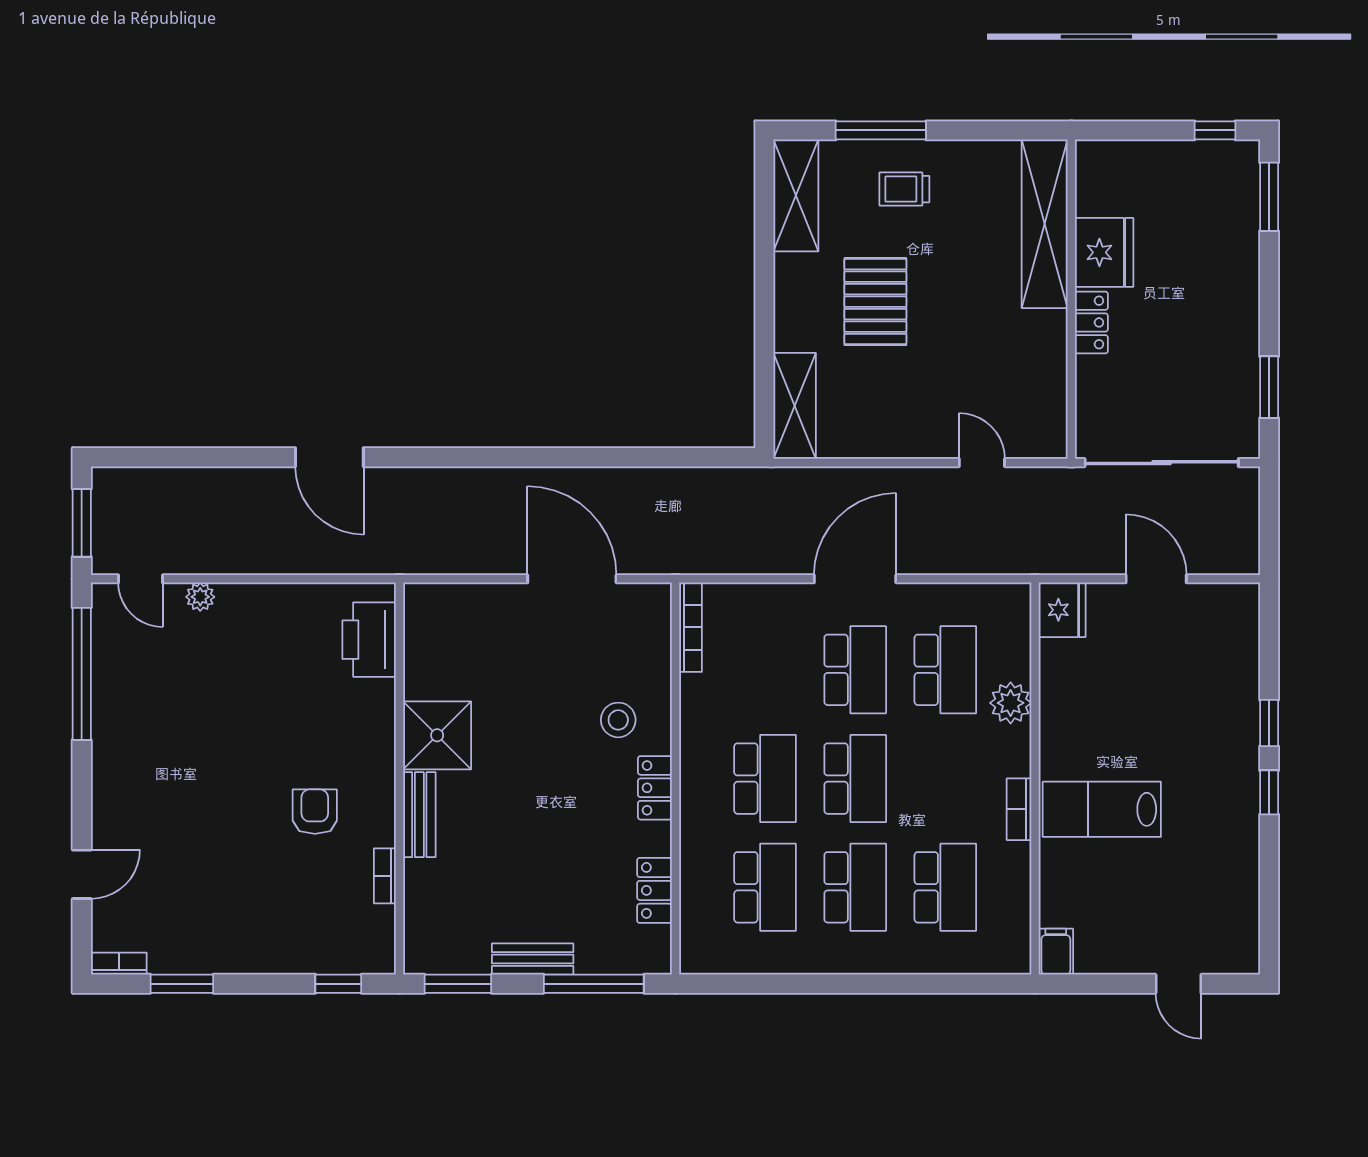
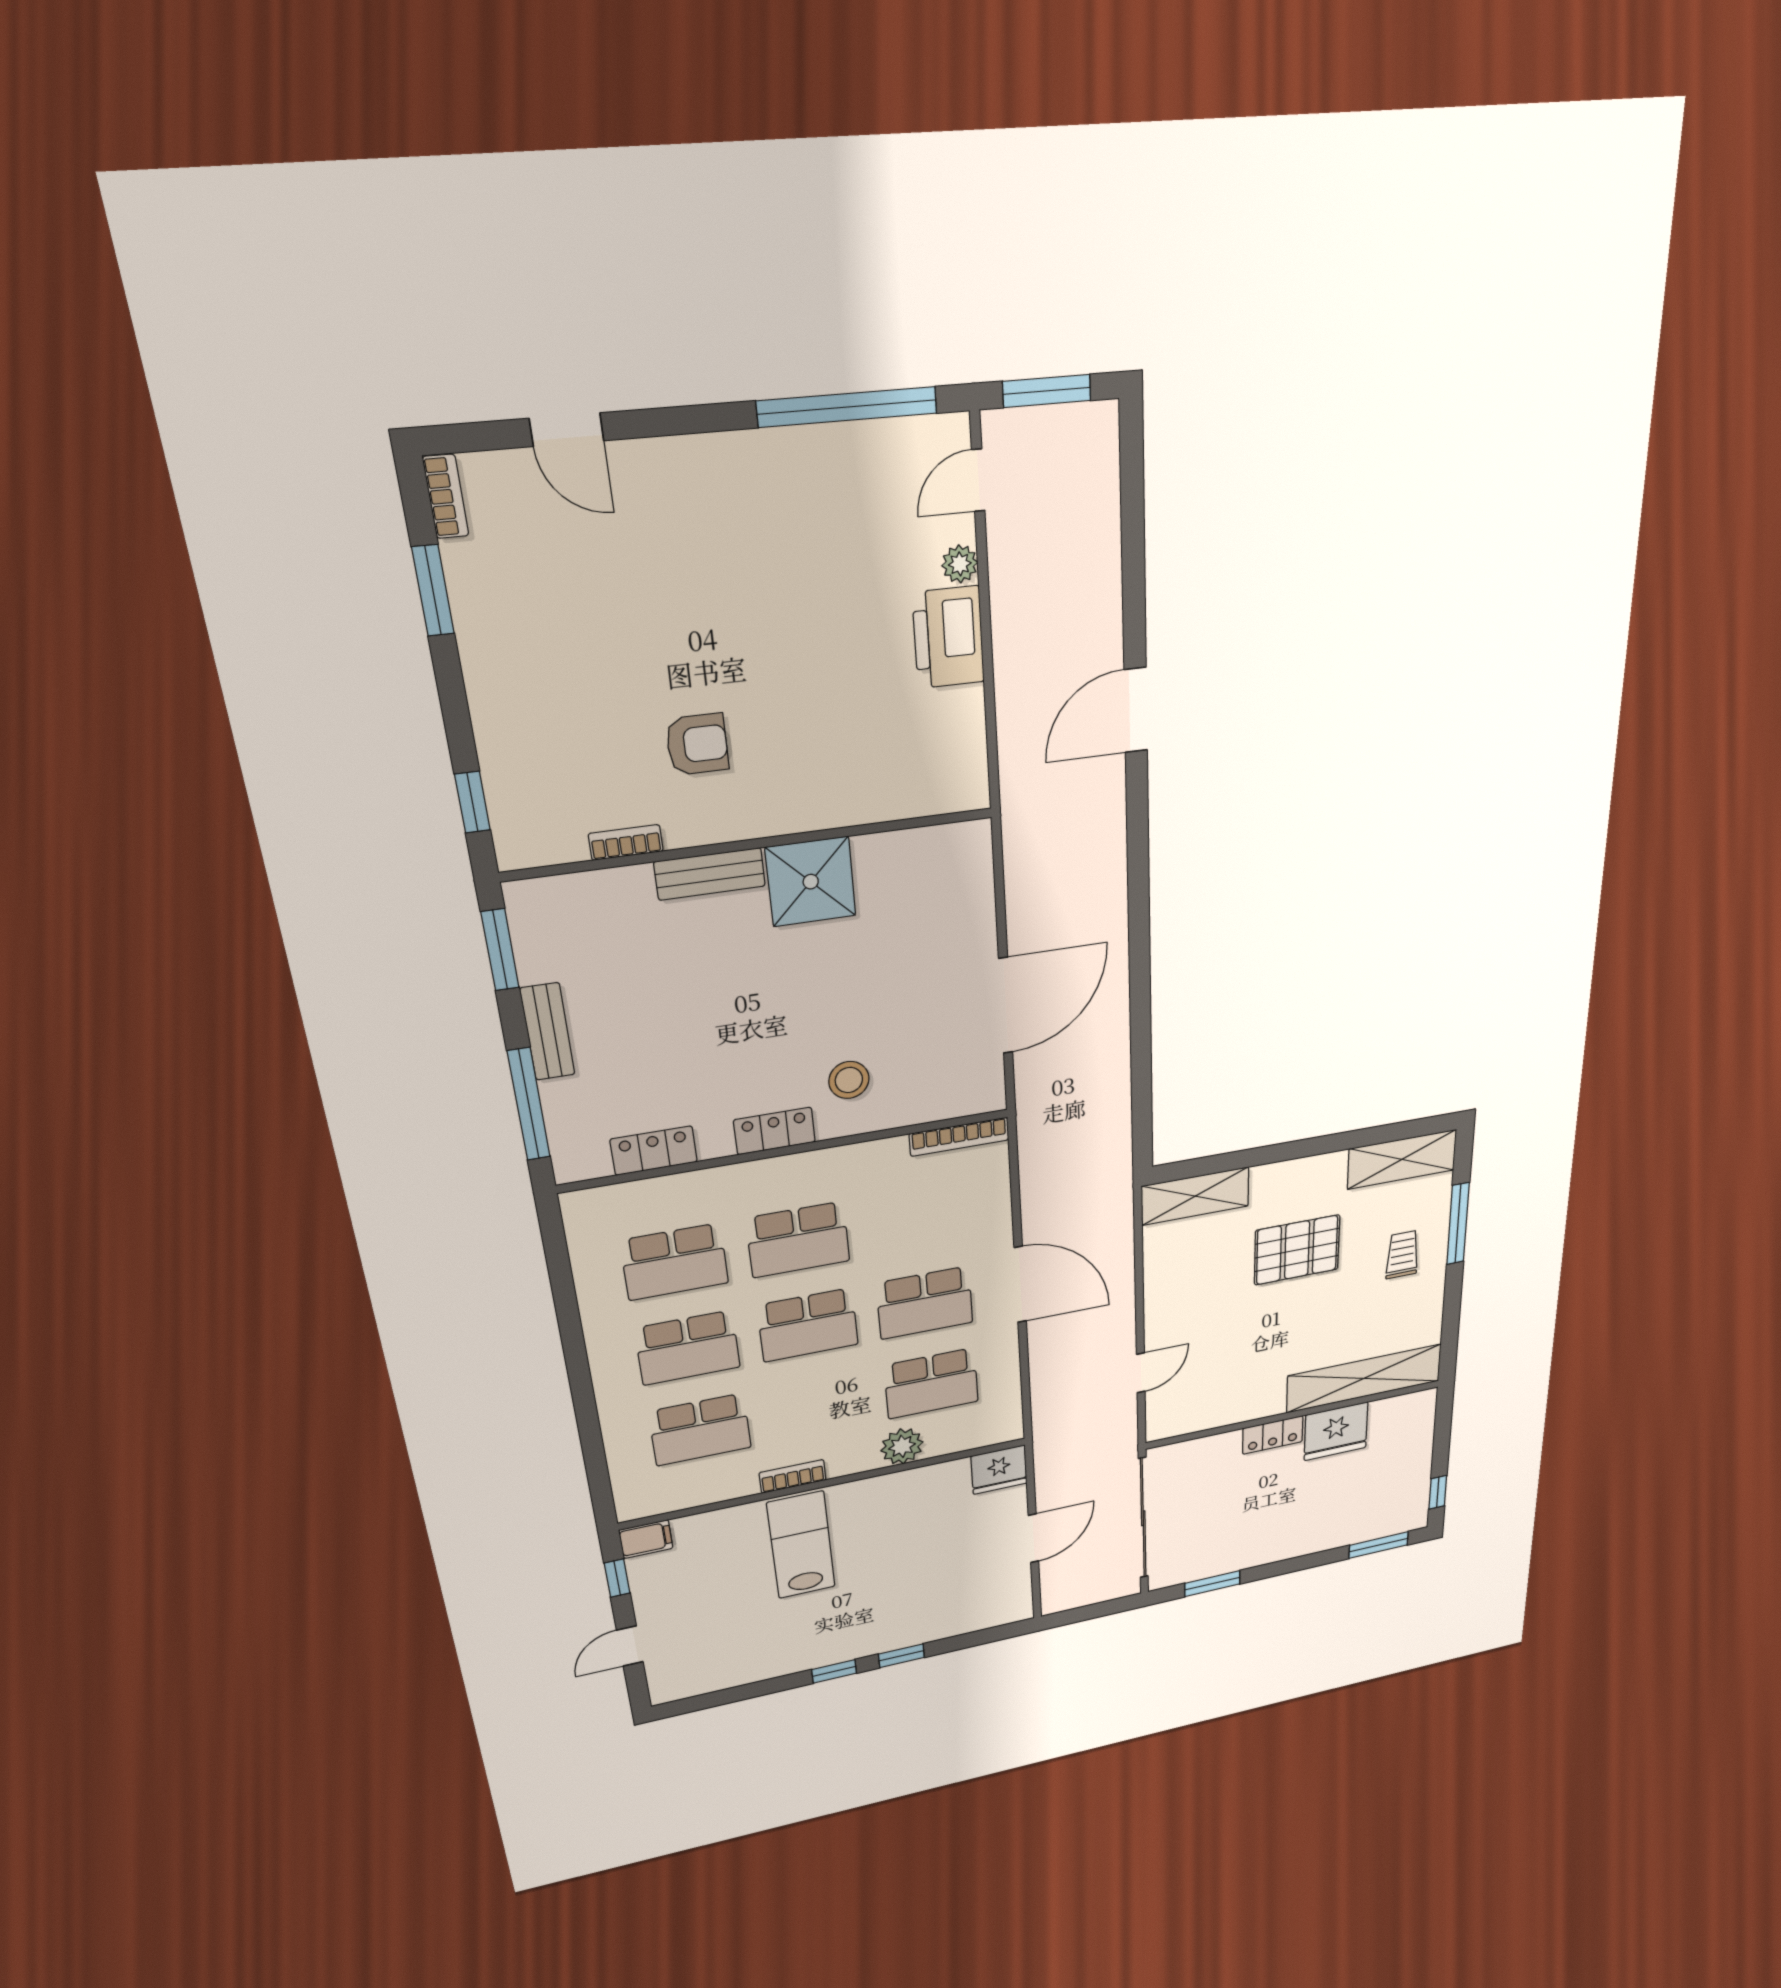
printer: (369, 640) -> (948, 637), moved, turned -90
window: (1094, 984) -> (617, 1578), added

